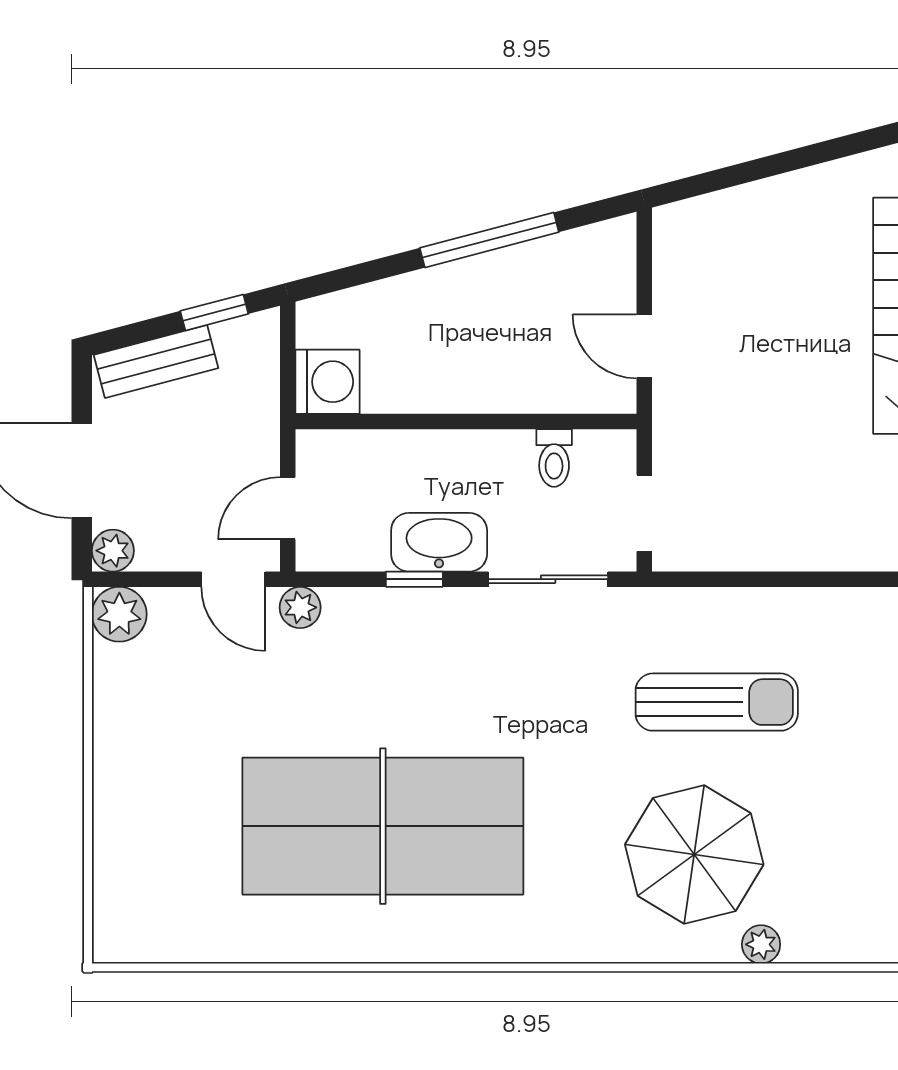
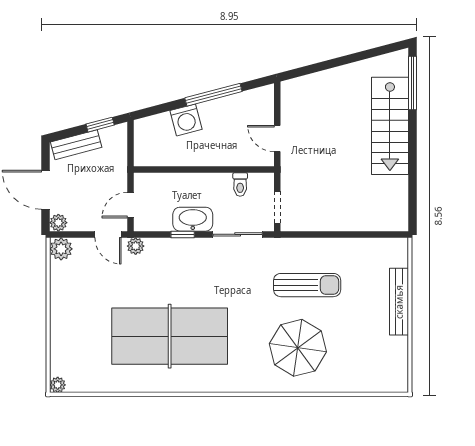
washing machine: (328, 382) -> (186, 120), moved, turned 75
plant: (761, 944) -> (58, 385), moved

